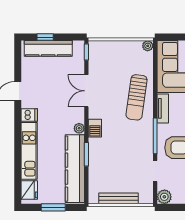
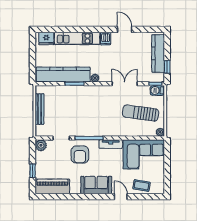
window: (45, 37) -> (167, 67), moved
sun lounger: (137, 97) -> (141, 113), moved
barbecue: (95, 128) -> (157, 90), moved
window: (53, 207) -> (33, 57), removed

